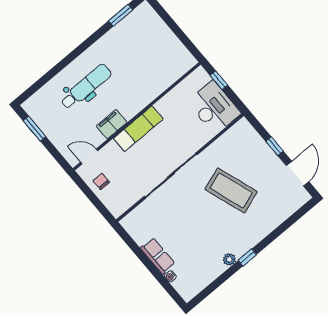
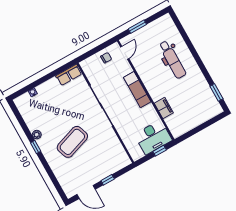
desk: (214, 108) -> (153, 137), moved
filing cabinet: (112, 124) -> (164, 108), moved
window: (34, 129) -> (137, 27), moved
coffee table: (231, 190) -> (72, 142), moved
row of seats: (158, 256) -> (69, 75), moved

